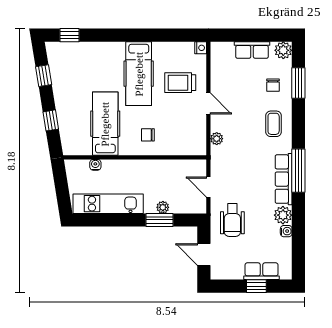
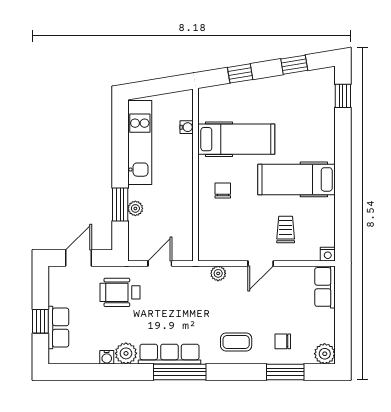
row of seats: (252, 50) -> (325, 287), moved
trolley: (180, 83) -> (286, 229), width x0.73, depth x0.72

